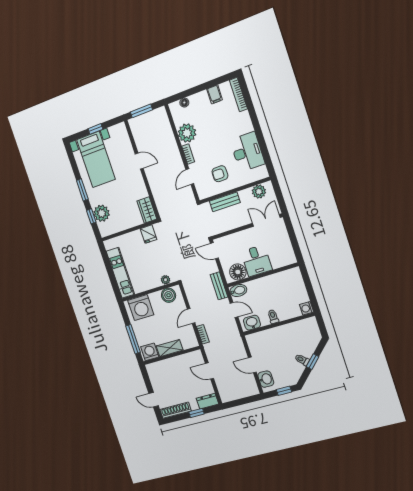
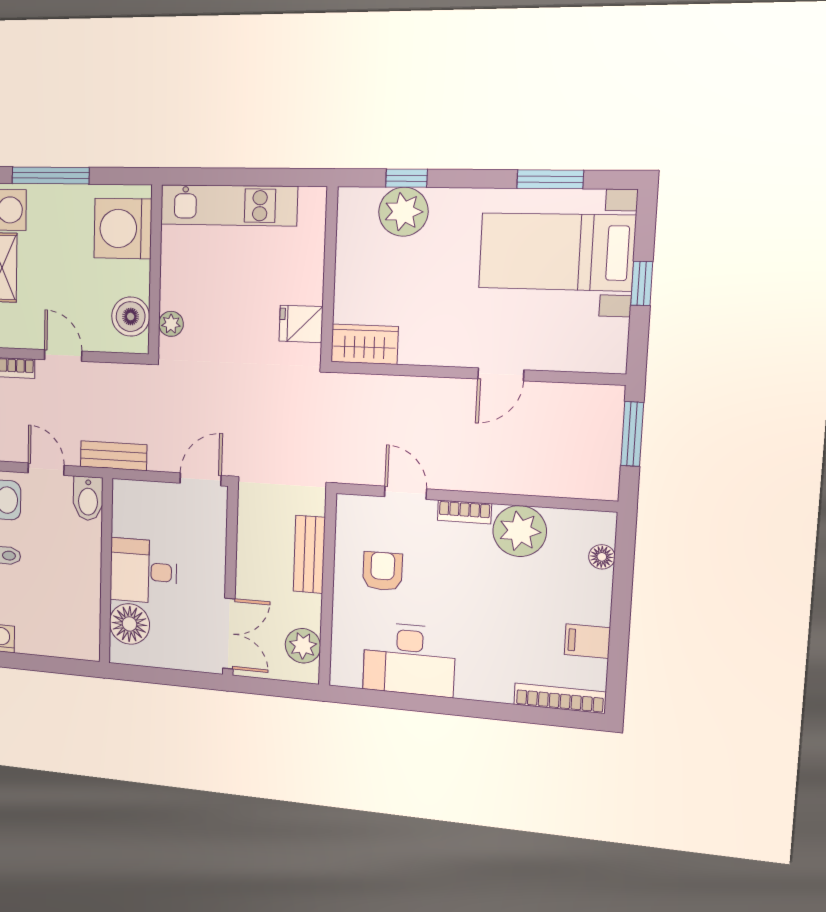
window: (82, 190) -> (550, 179), moved
floor lamp: (238, 272) -> (129, 624), moved
door: (234, 310) -> (46, 469), swing flipped

